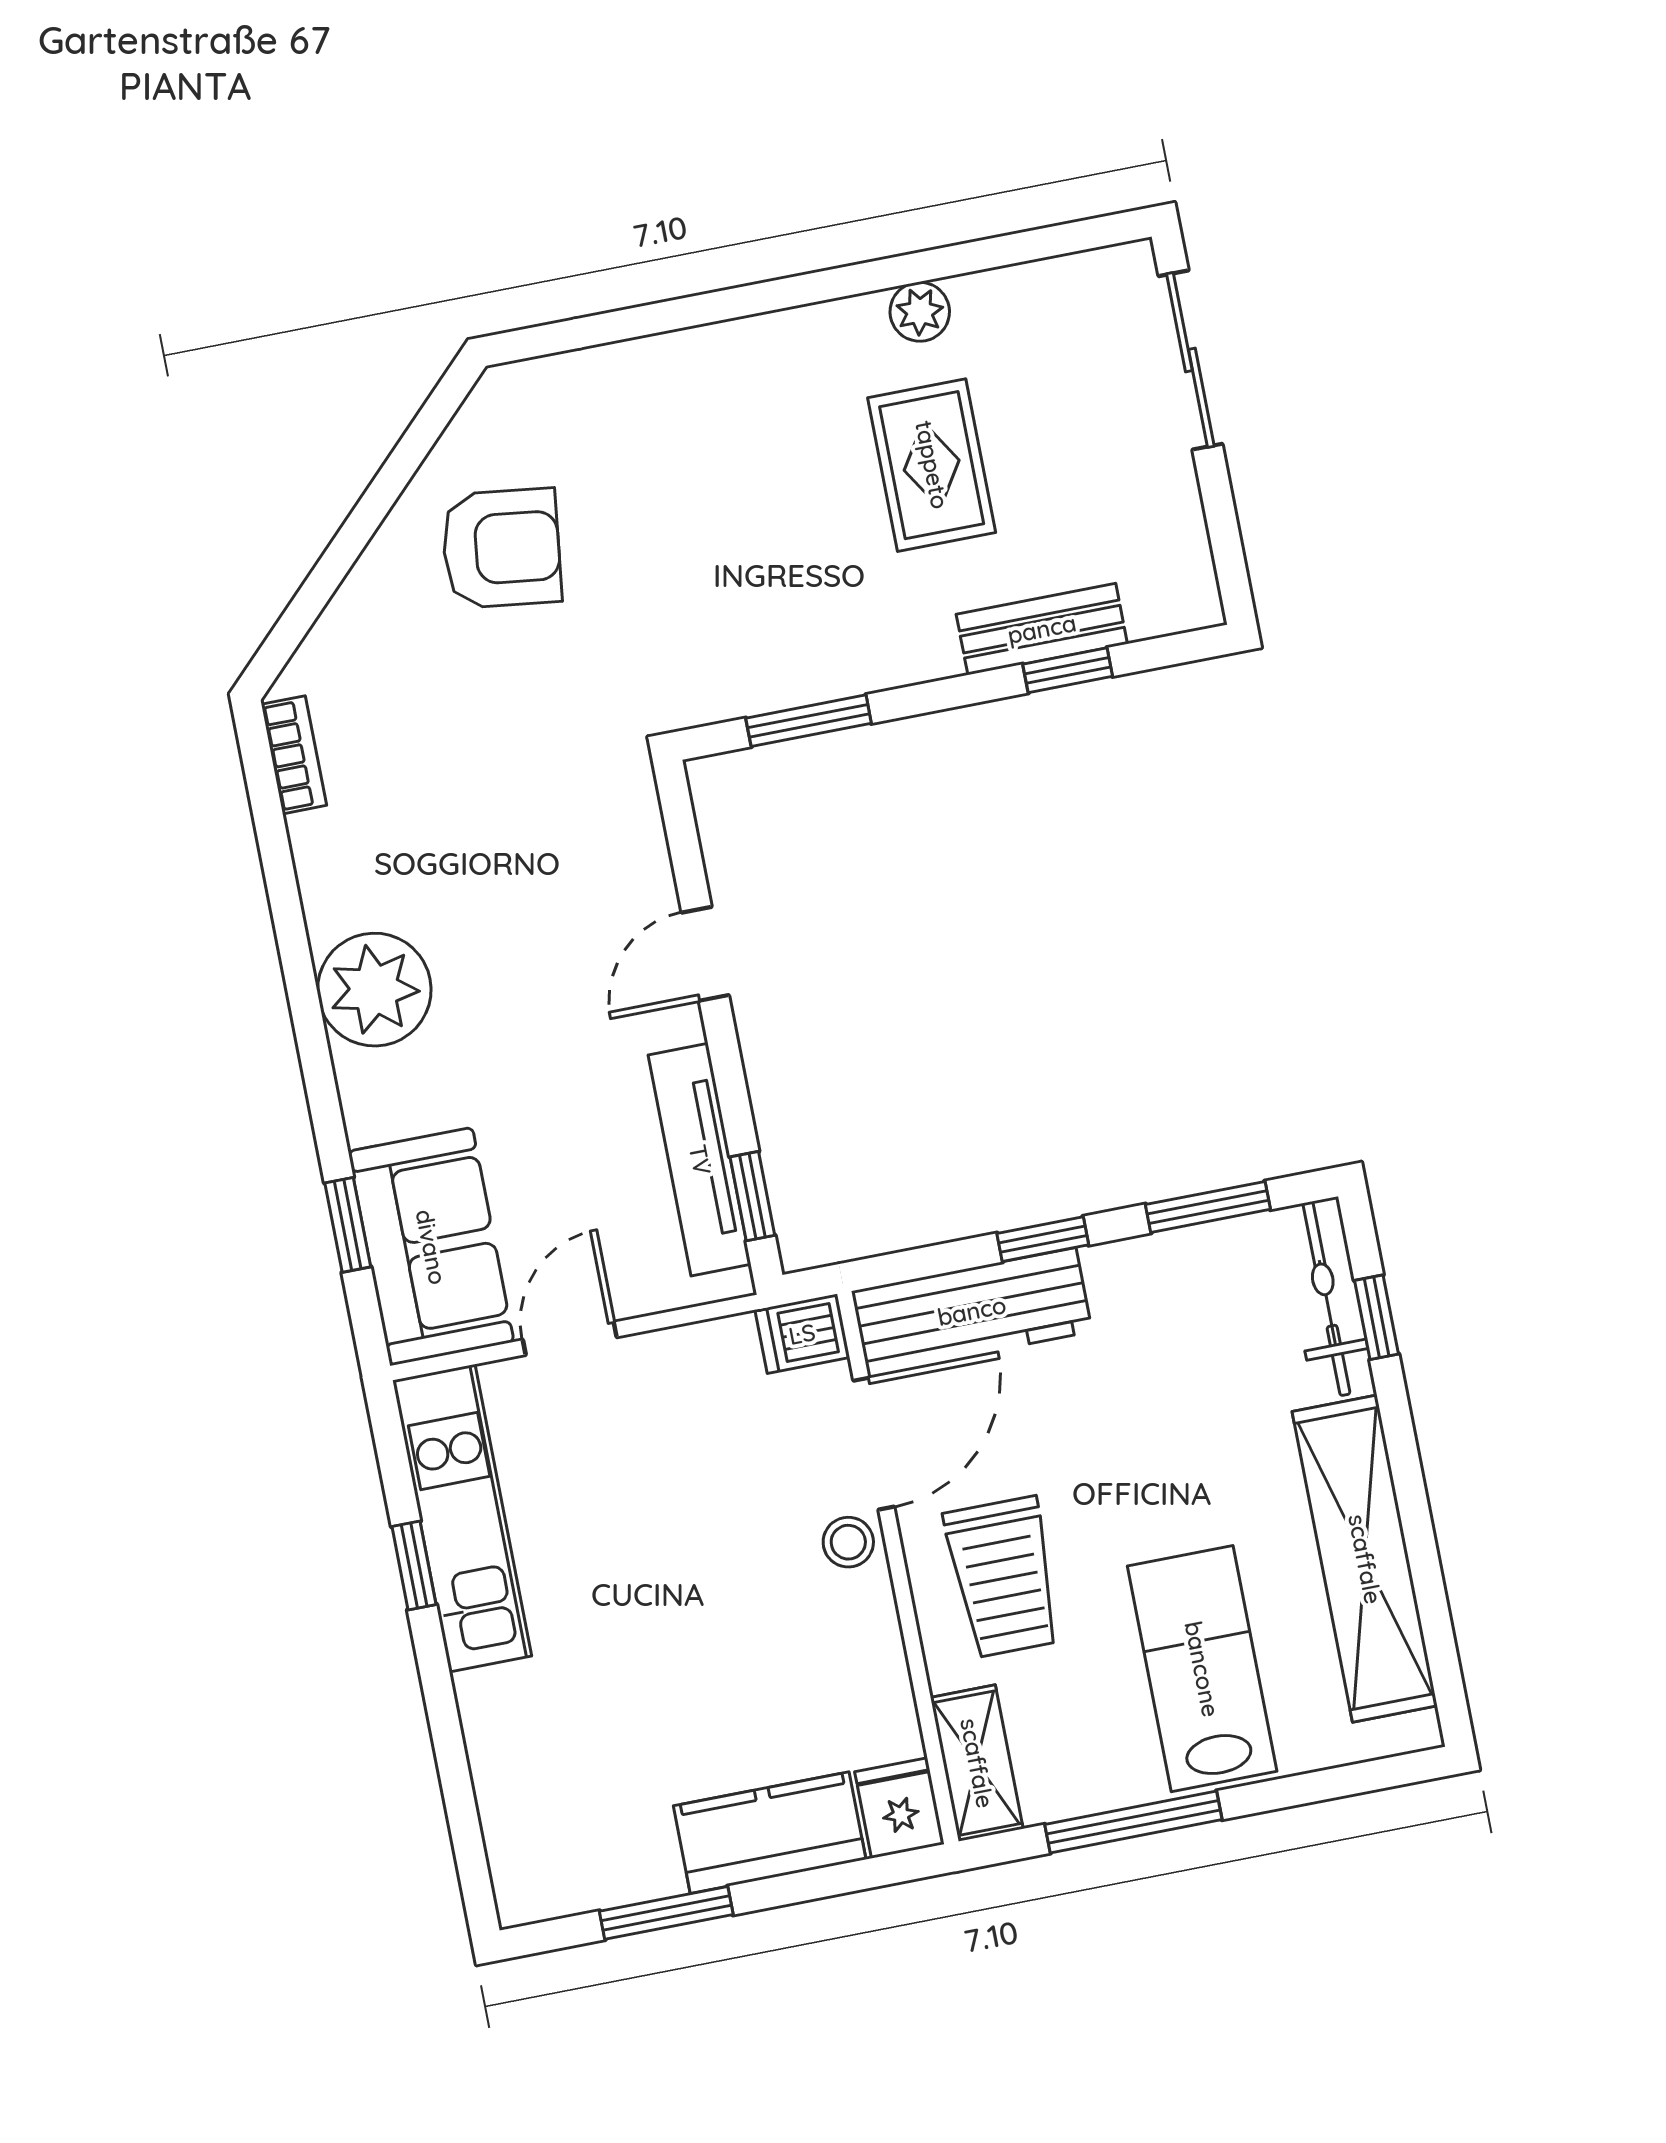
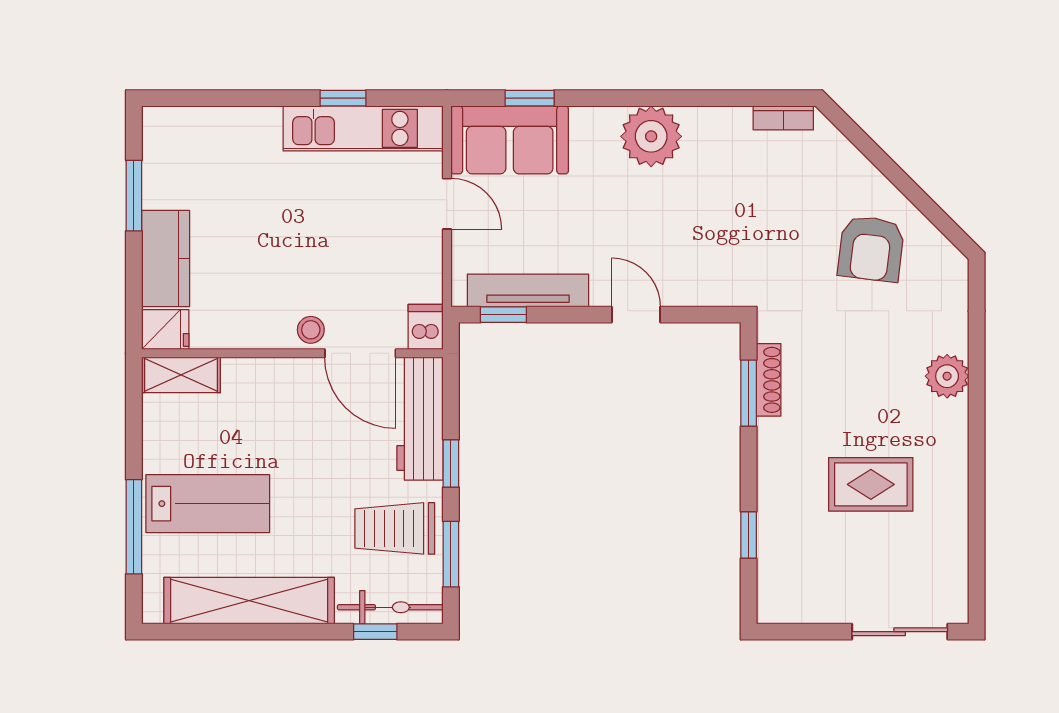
plant: (920, 312) -> (947, 376), moved, width x1.38, depth x1.38
bench: (1042, 629) -> (773, 526), removed
shoe rack: (777, 689) -> (769, 380), added
trolley: (1003, 1577) -> (395, 528), moved
window: (1133, 1822) -> (134, 527), moved

